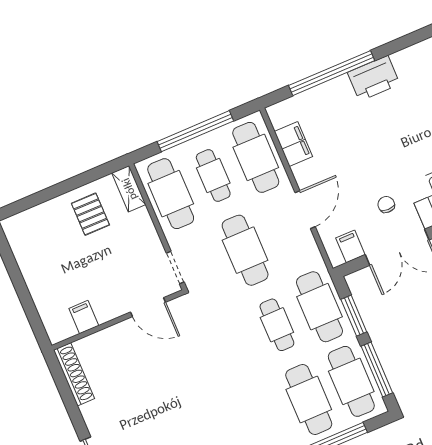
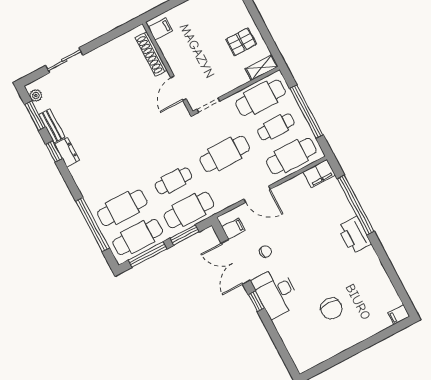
filing cabinet: (293, 144) -> (319, 173), moved
filing cabinet: (84, 317) -> (160, 29), moved
shoe rack: (74, 374) -> (151, 54), moved, turned 90

